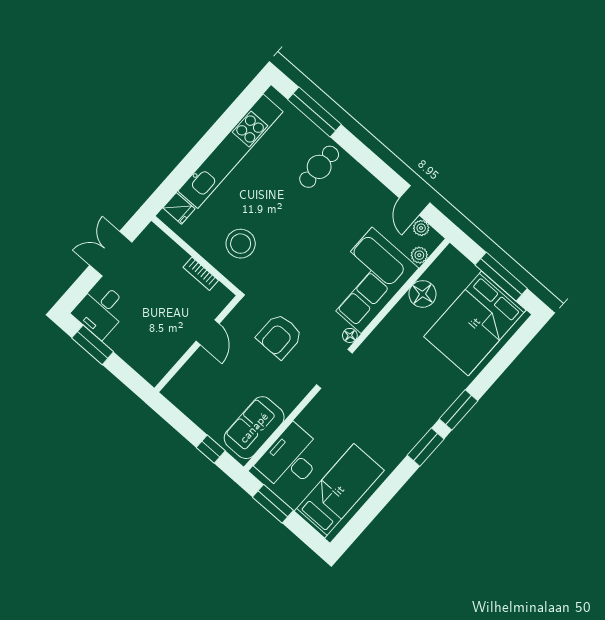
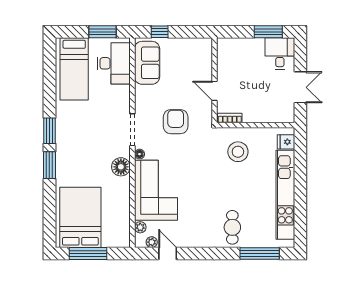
bookcase: (201, 274) -> (230, 118), moved
floor lamp: (422, 294) -> (121, 167), moved

